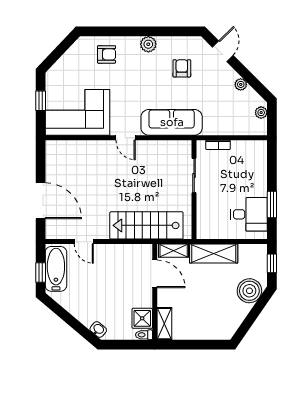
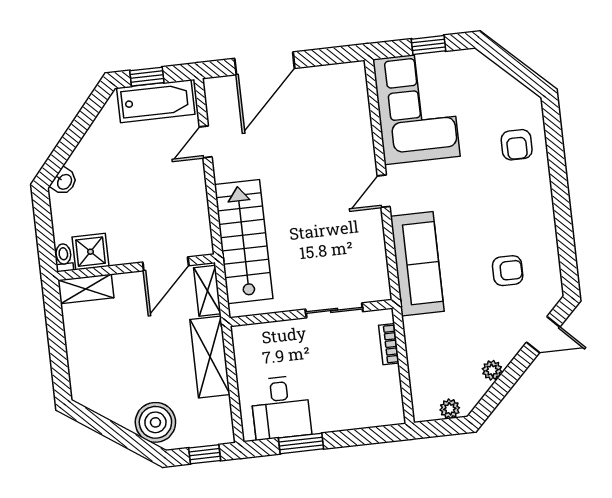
plant: (148, 44) -> (541, 211), removed

